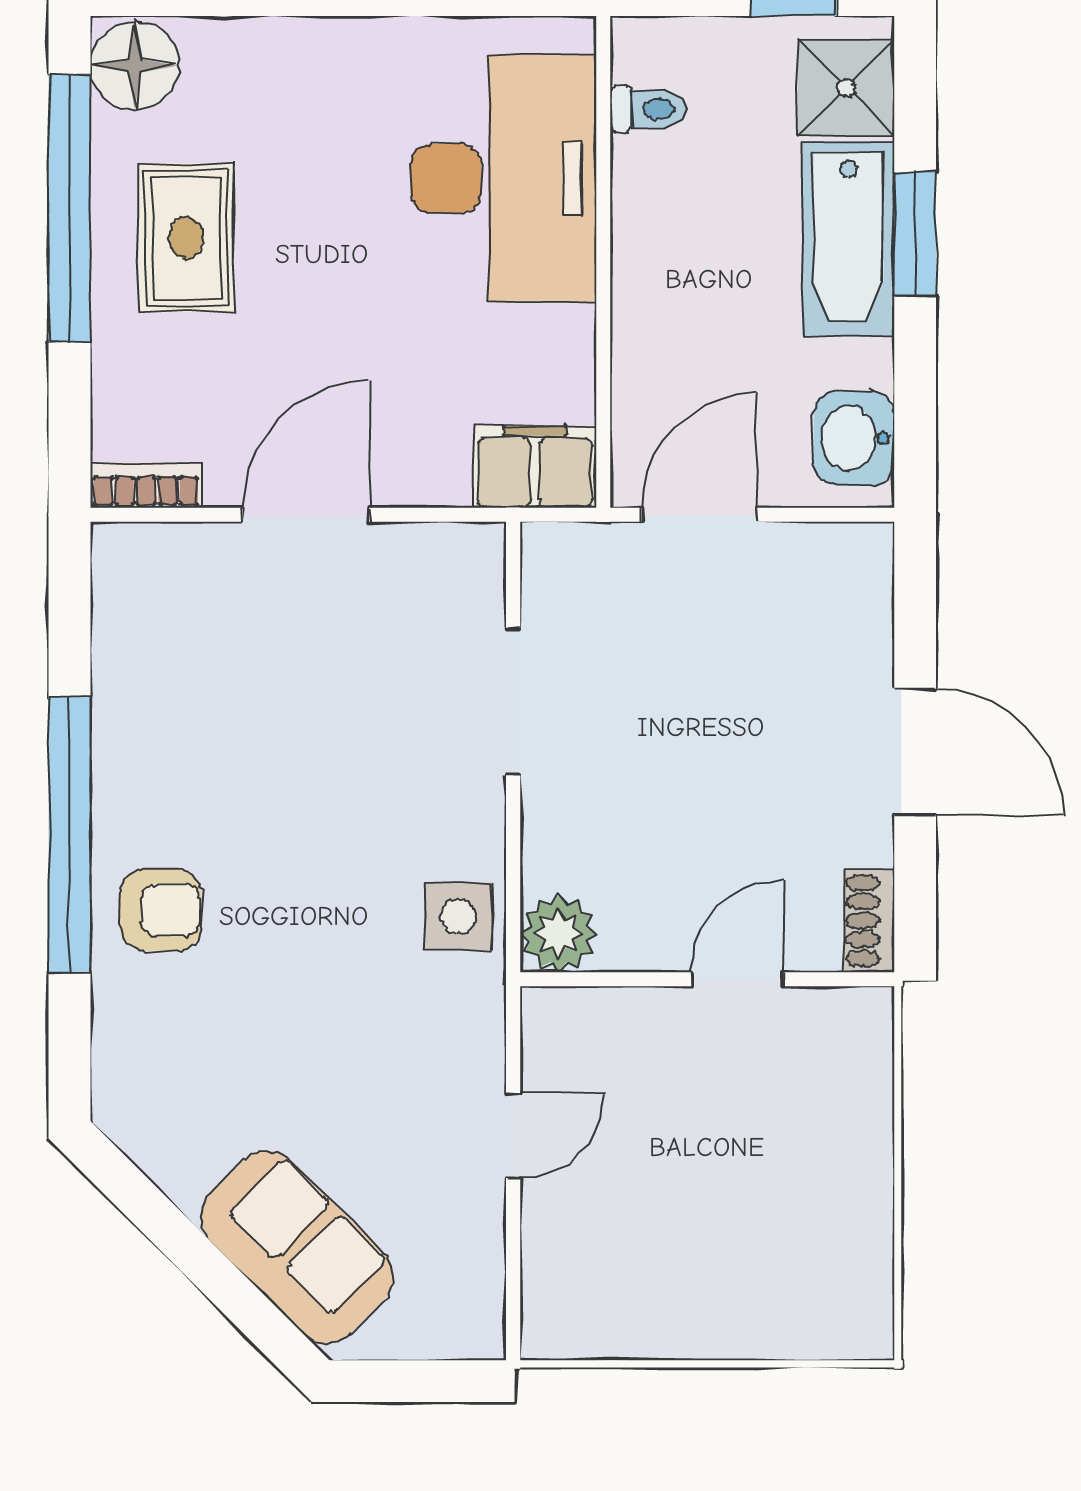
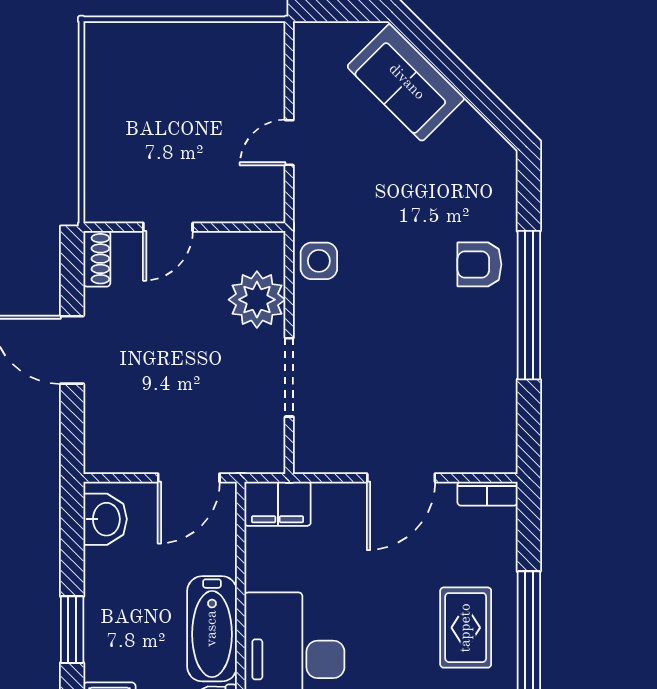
bathtub: (848, 239) -> (212, 629), moved, turned 180
plant: (559, 934) -> (257, 300), moved, width x1.36, depth x1.36

